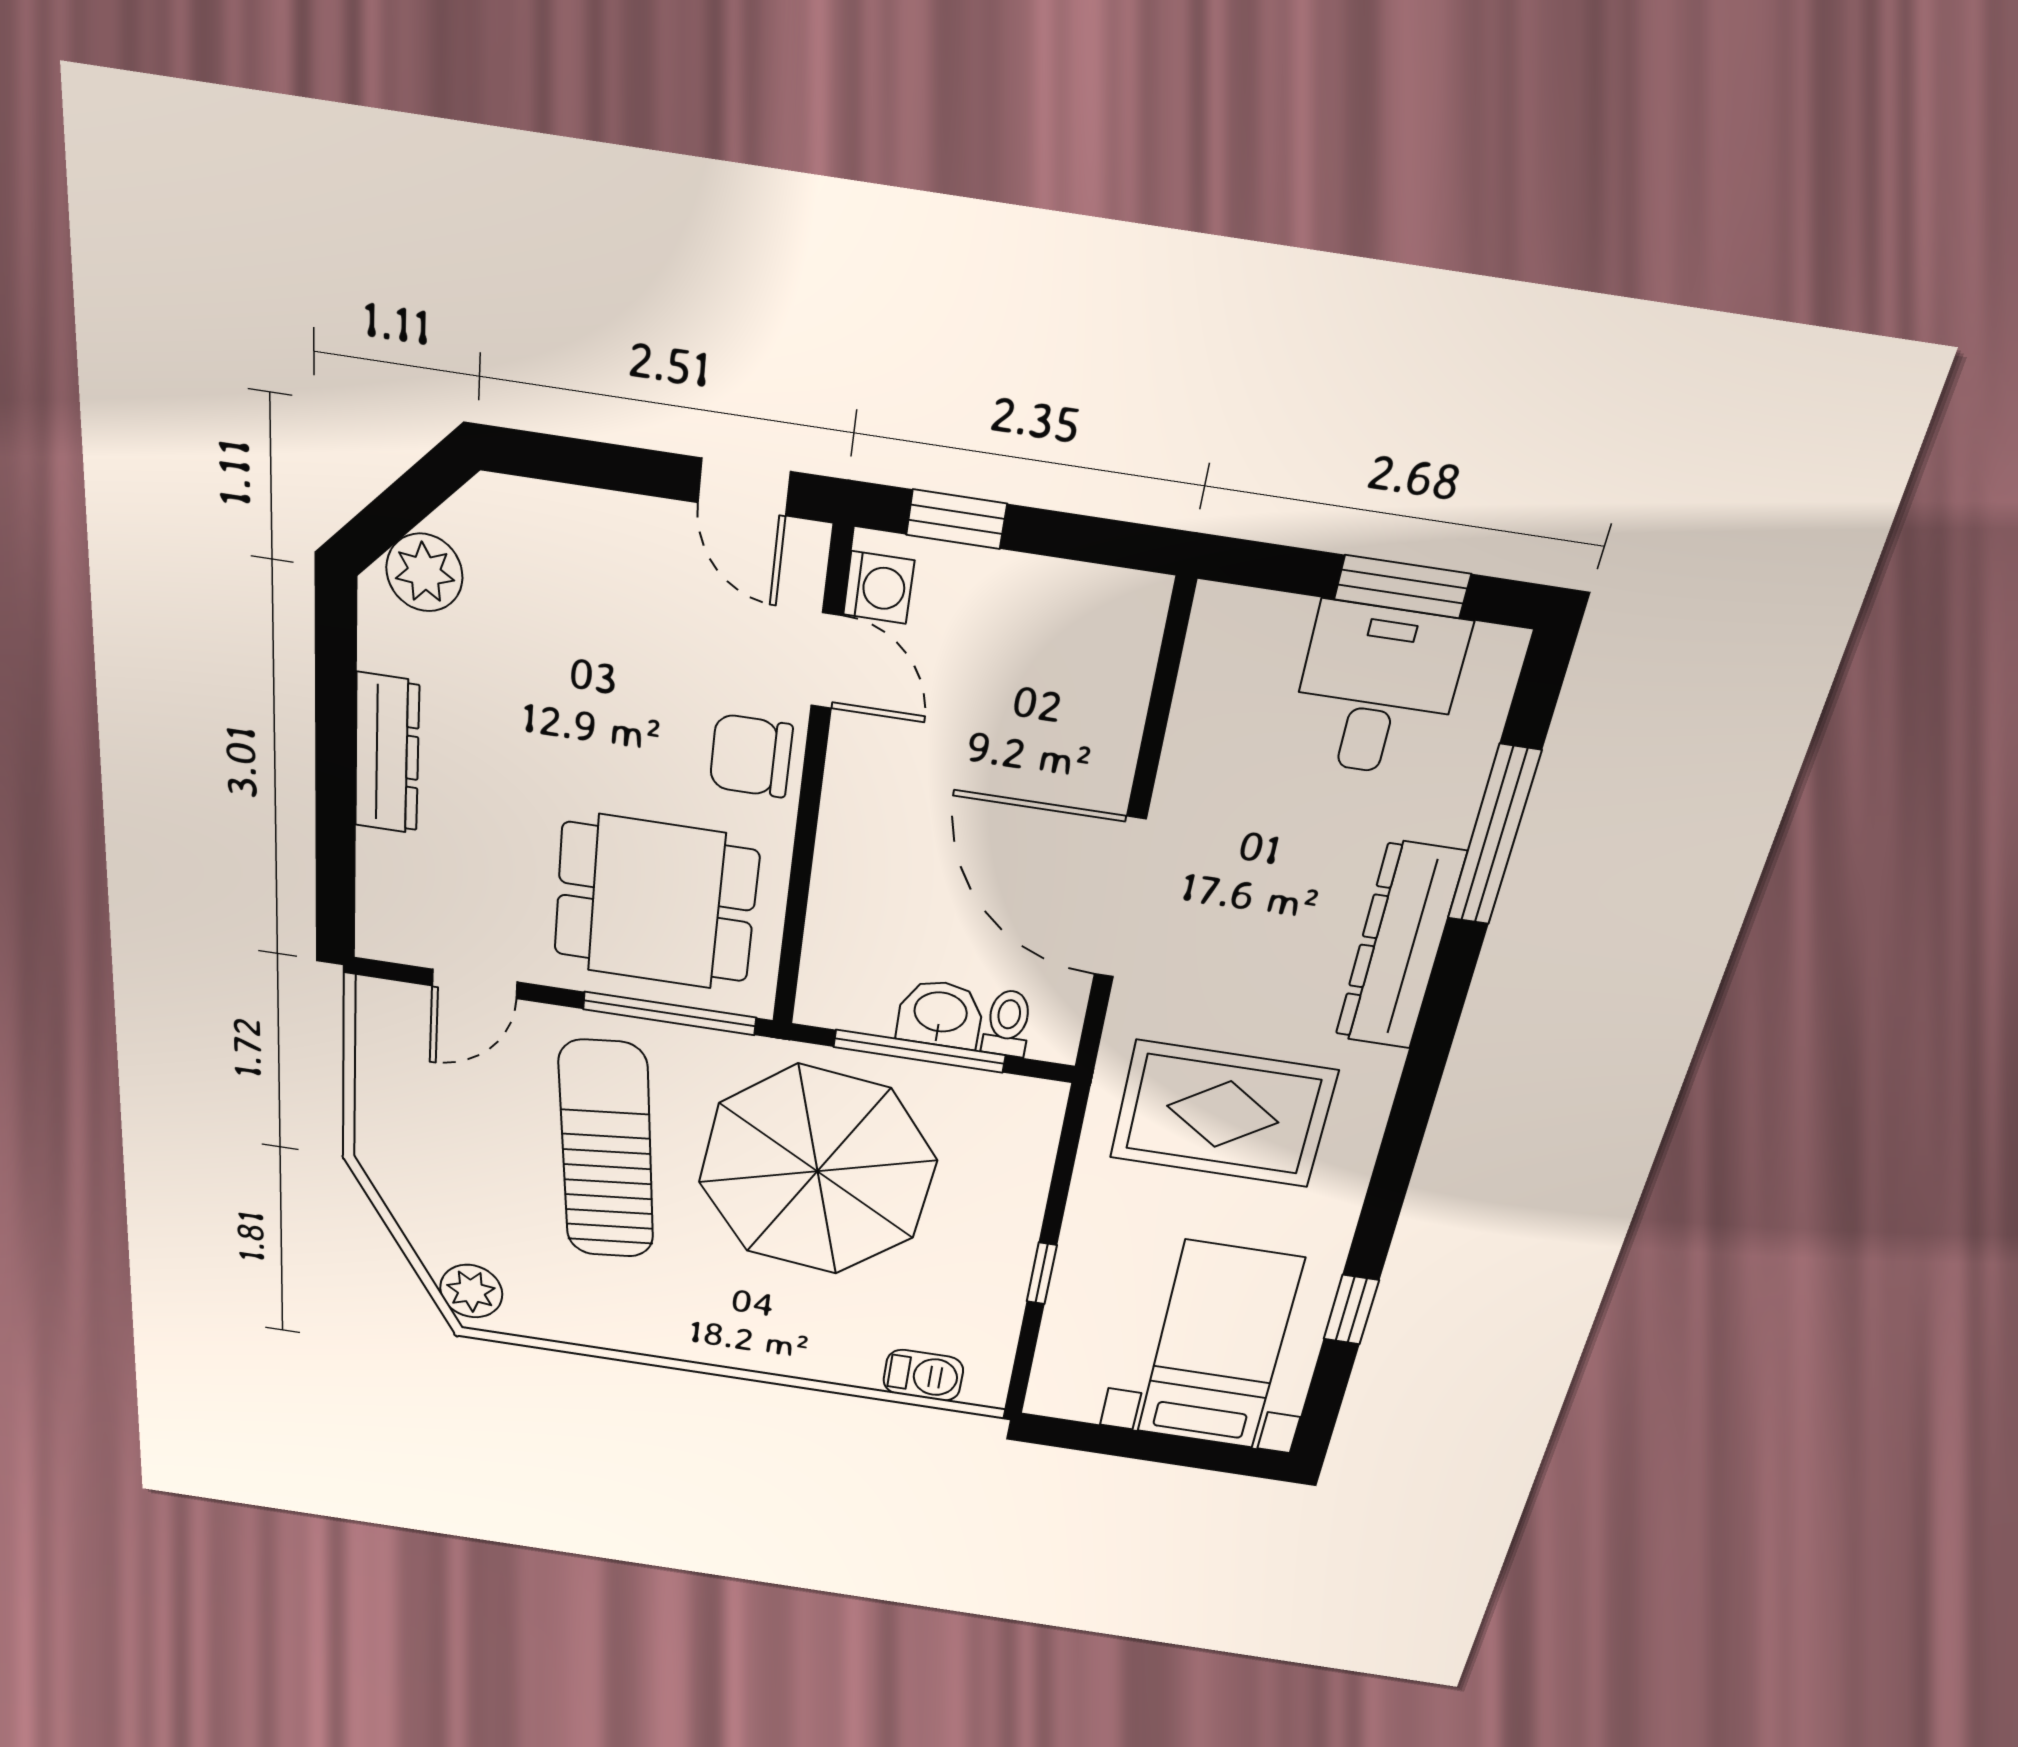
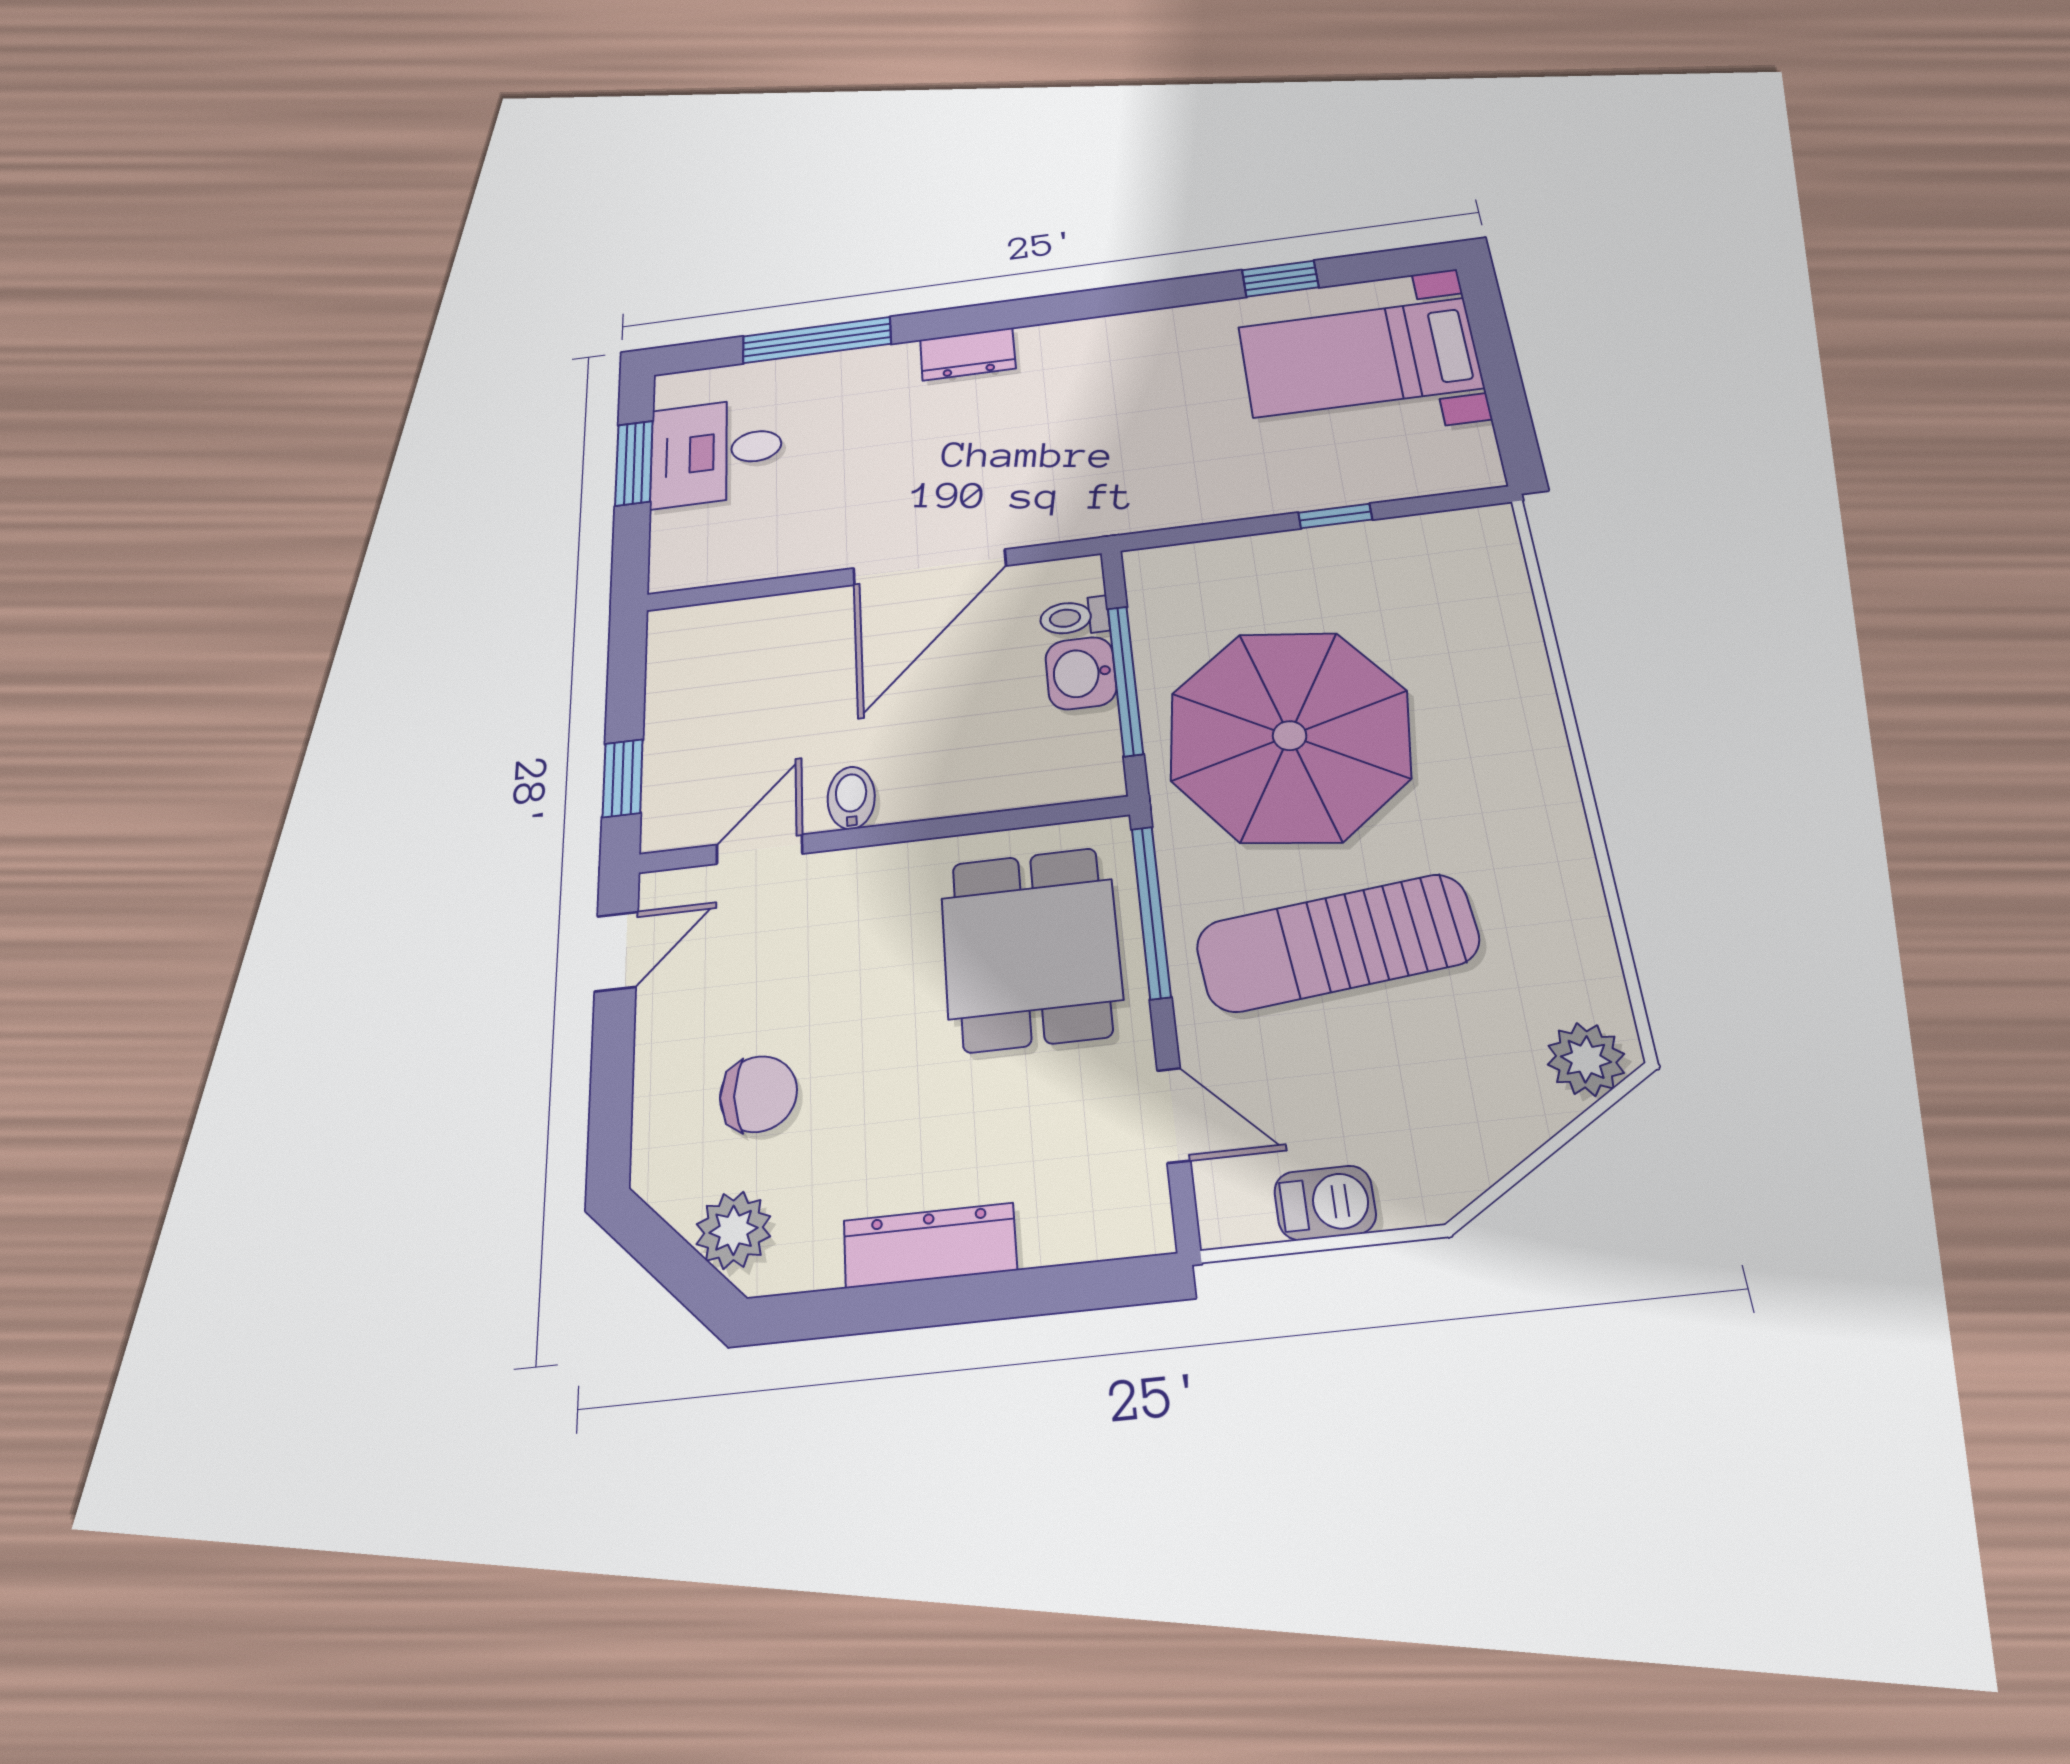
washing machine: (879, 588) -> (688, 823), removed
chair: (751, 756) -> (758, 1094), moved, turned -90
bidet: (862, 766) -> (851, 798), added
dresser: (1400, 946) -> (968, 354), width x0.51, depth x0.80
rug: (1223, 1114) -> (1115, 431), removed
barbecue: (923, 1375) -> (1325, 1203), moved, turned 90

